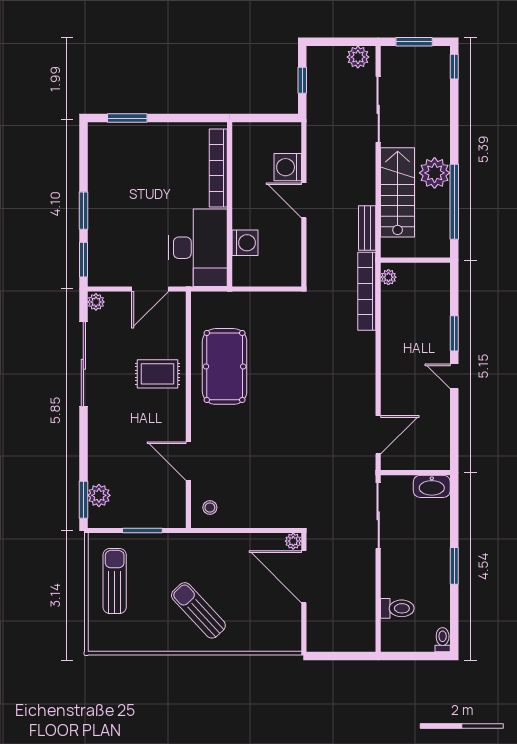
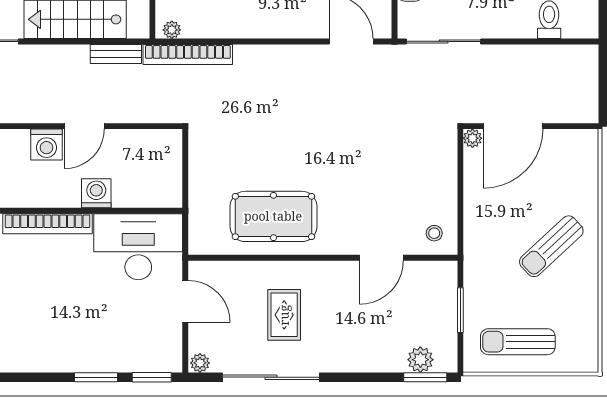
washing machine: (245, 243) -> (96, 193), moved
rug: (157, 374) -> (284, 315), moved

